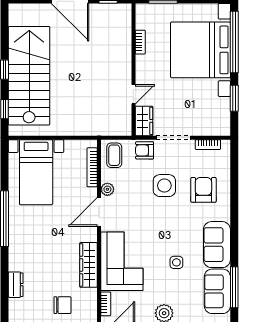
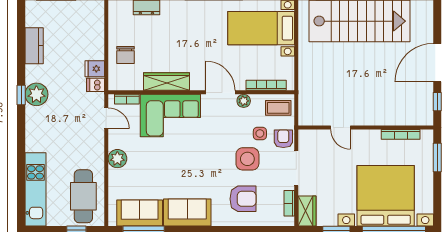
bookcase: (140, 42) -> (401, 134), width x1.56
wardrobe: (144, 121) -> (307, 211), moved, turned -90
side table: (176, 262) -> (260, 133), moved

